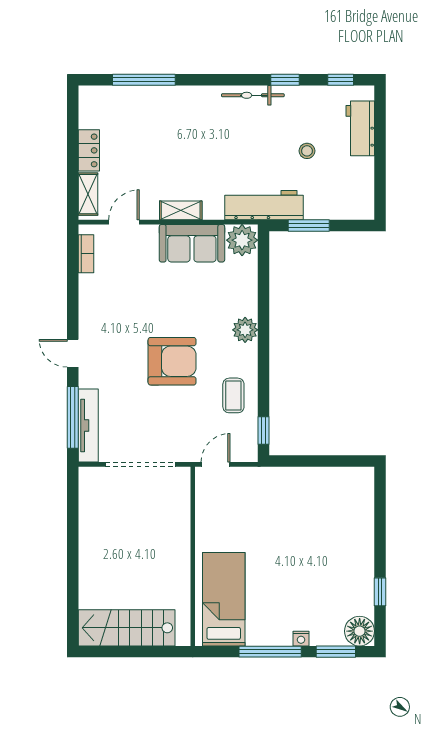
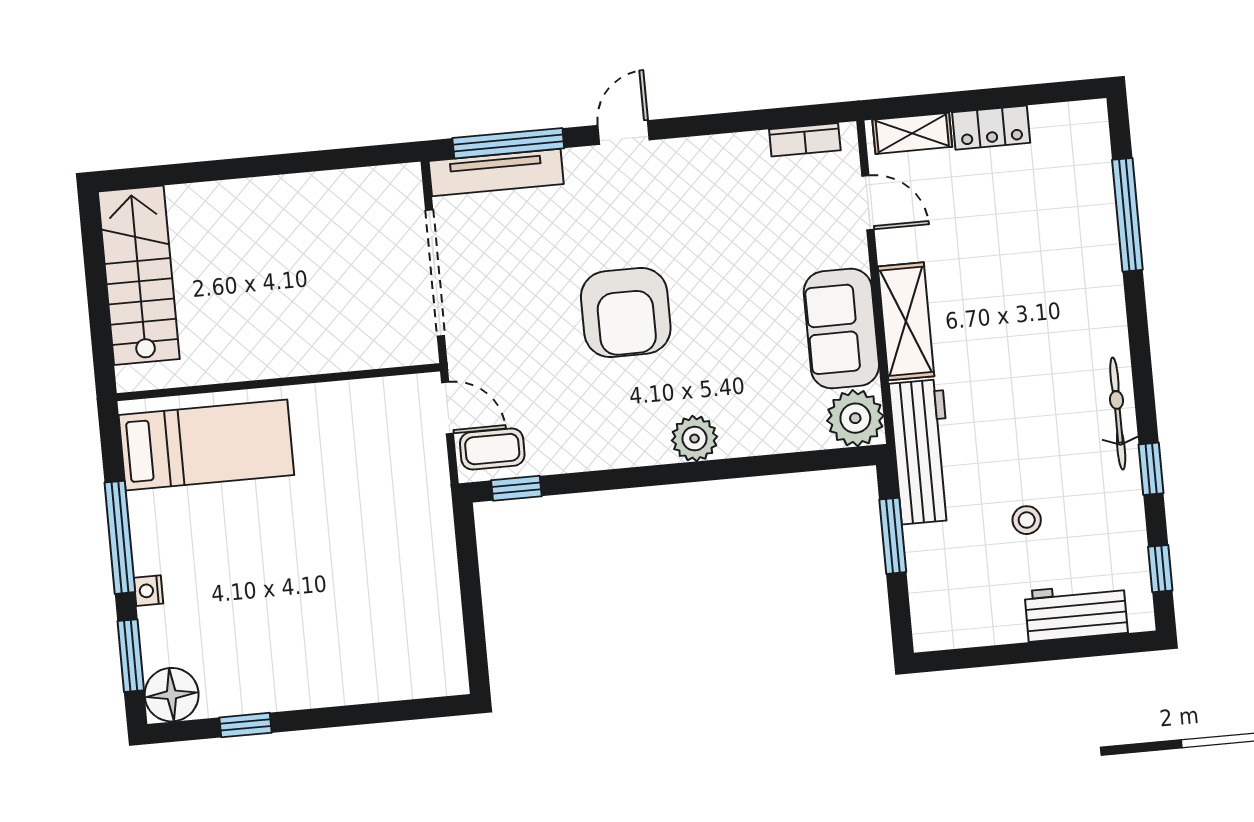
shelving: (181, 210) -> (906, 321), width x1.50, depth x1.33
coffee table: (233, 395) -> (492, 449), moved

